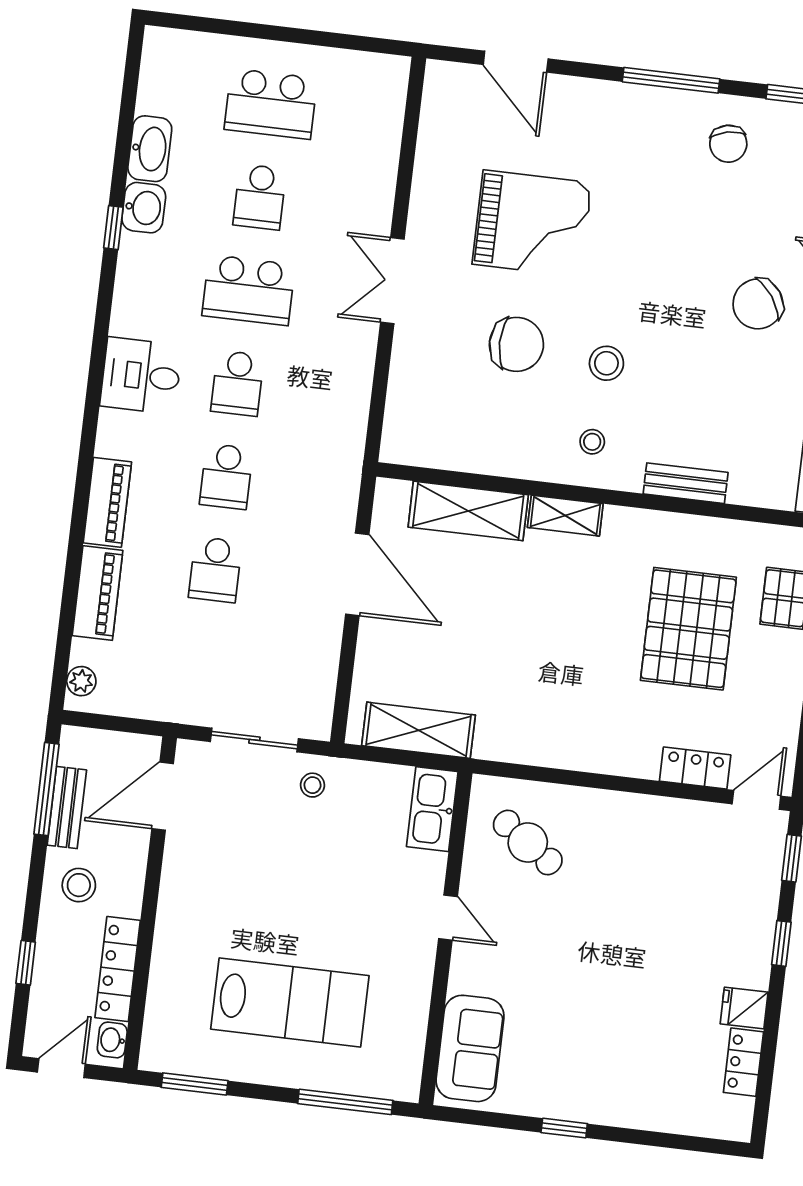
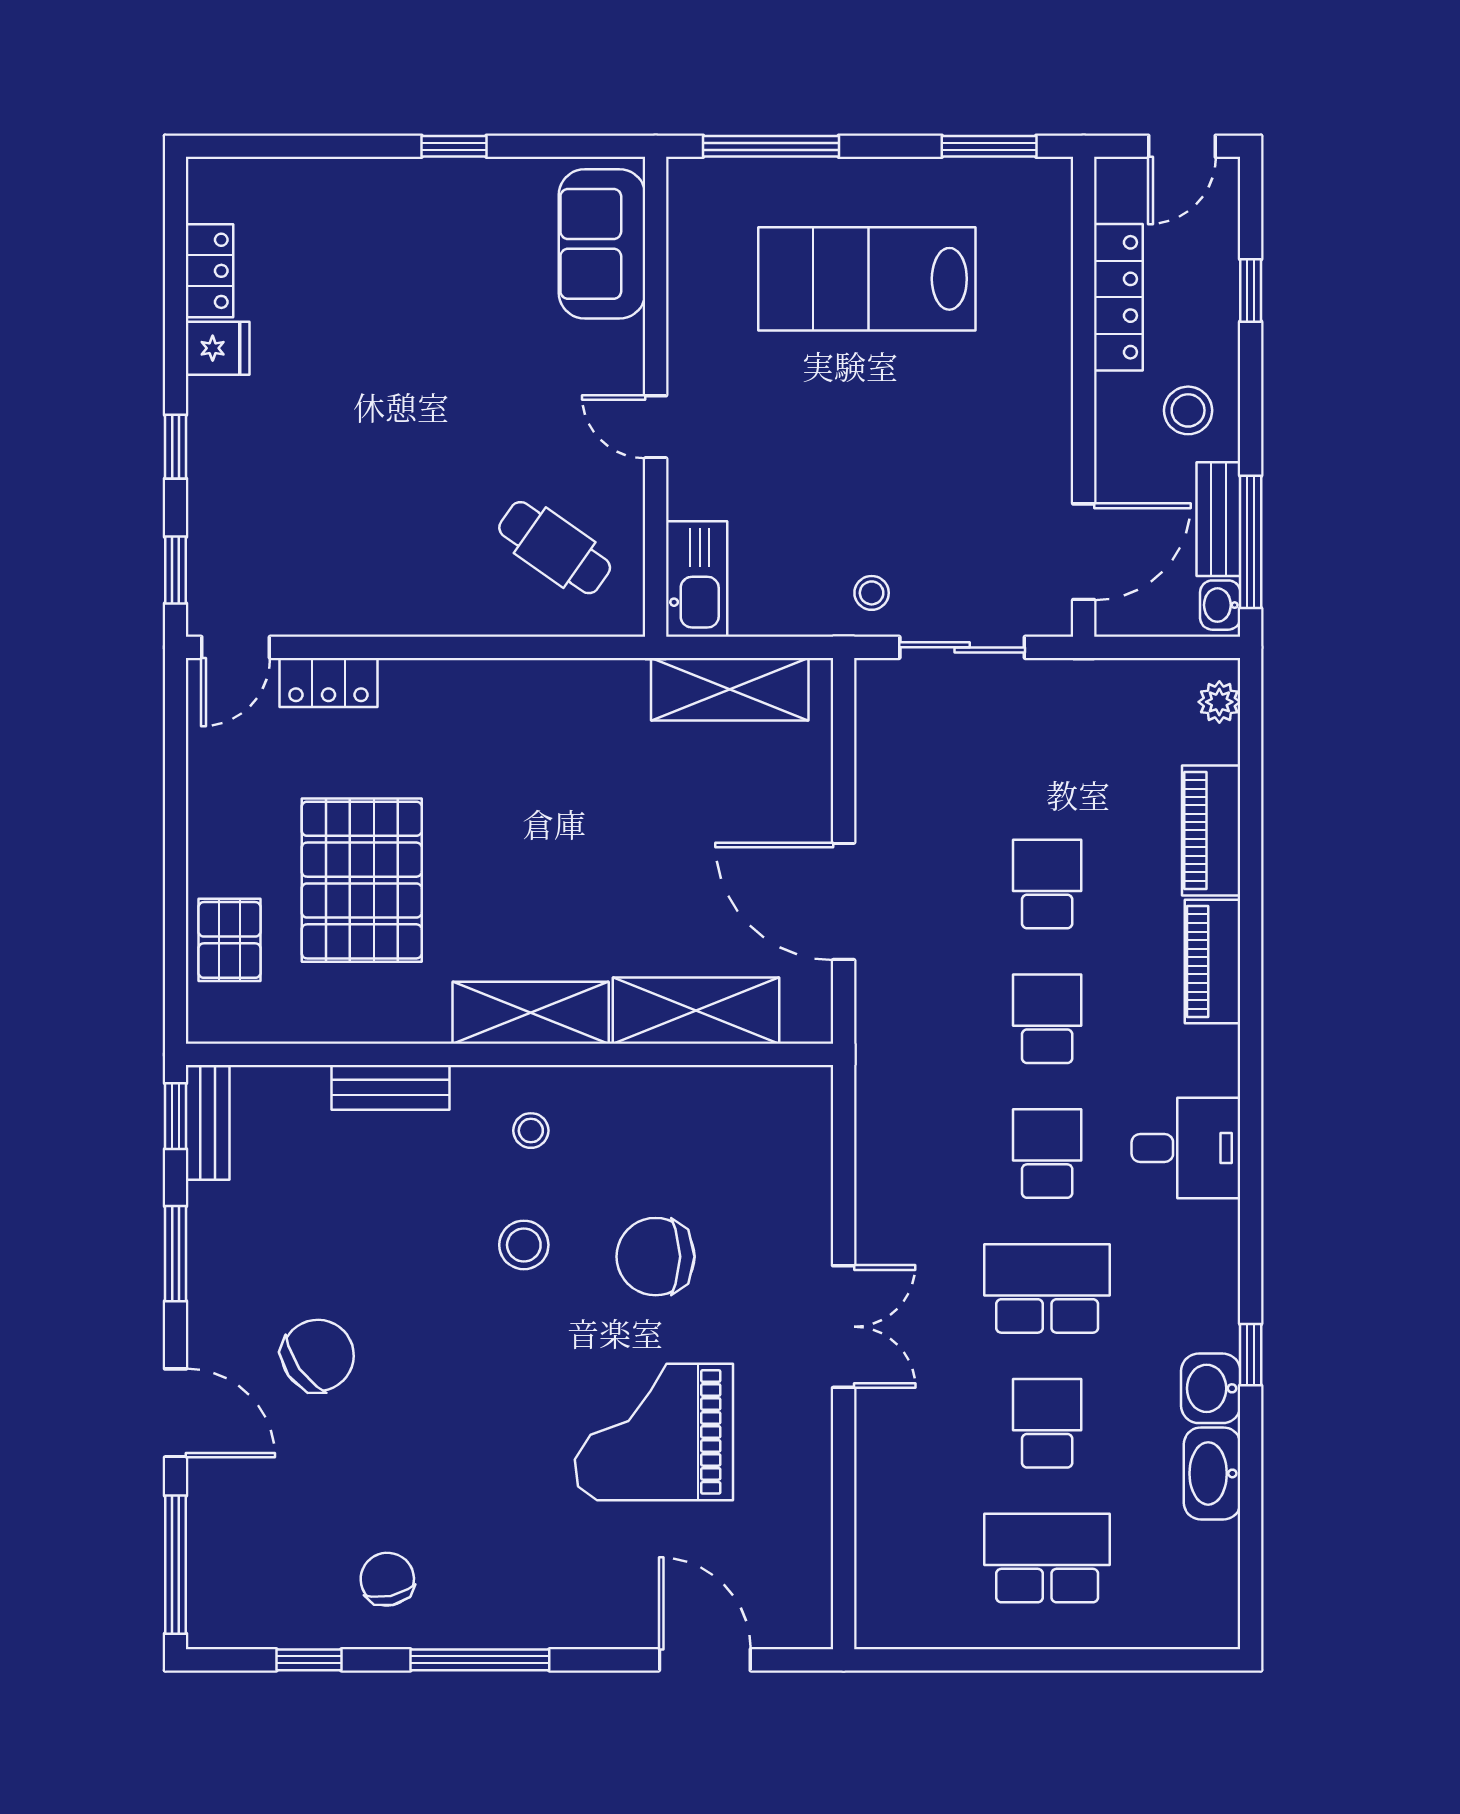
shelving: (565, 516) -> (531, 1013), width x1.50, depth x1.33
washbasin: (112, 1040) -> (1220, 605), moved, turned 180

